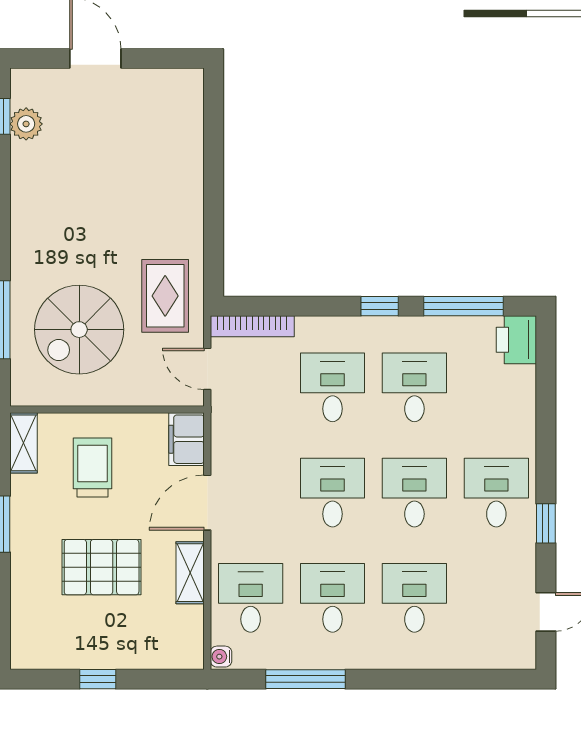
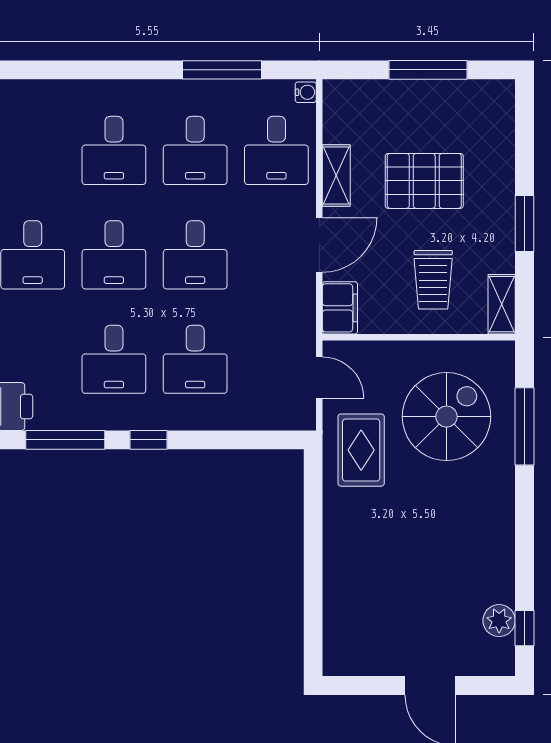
bookcase: (252, 326) -> (275, 420), removed
window: (98, 679) -> (428, 70), width x2.17

